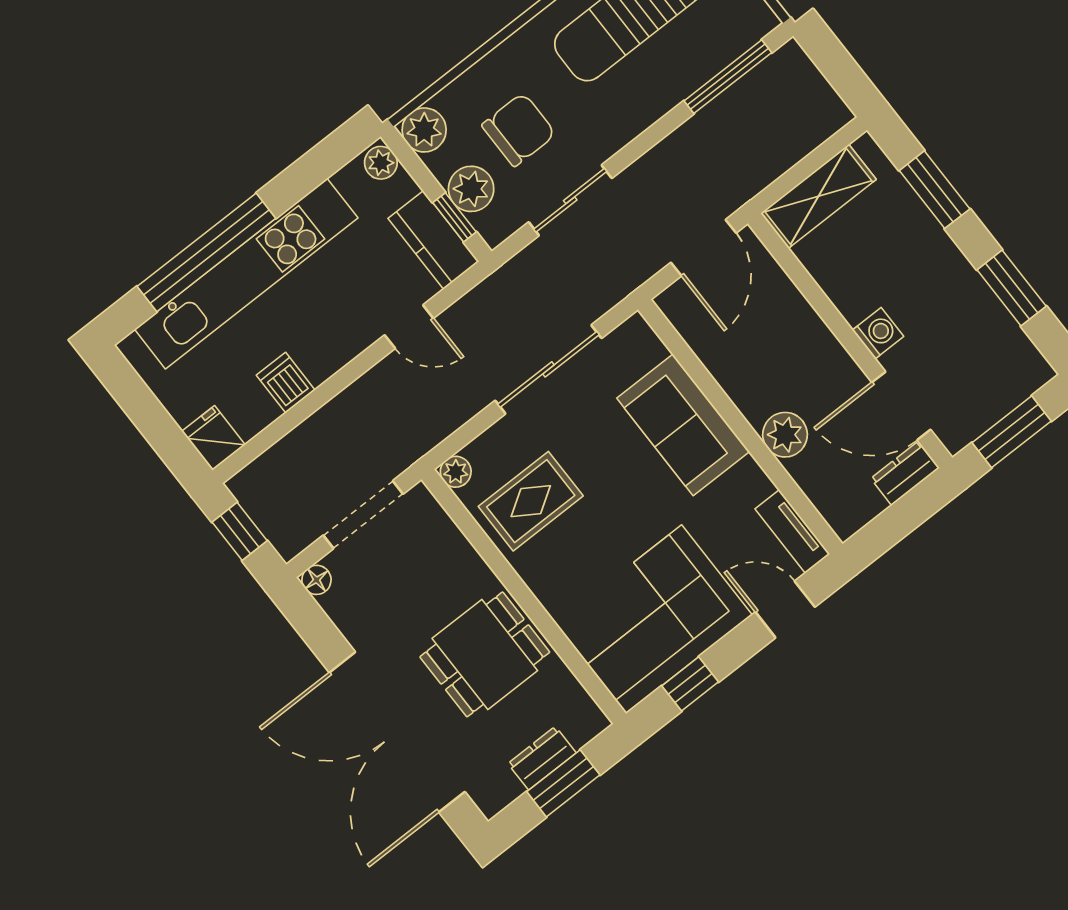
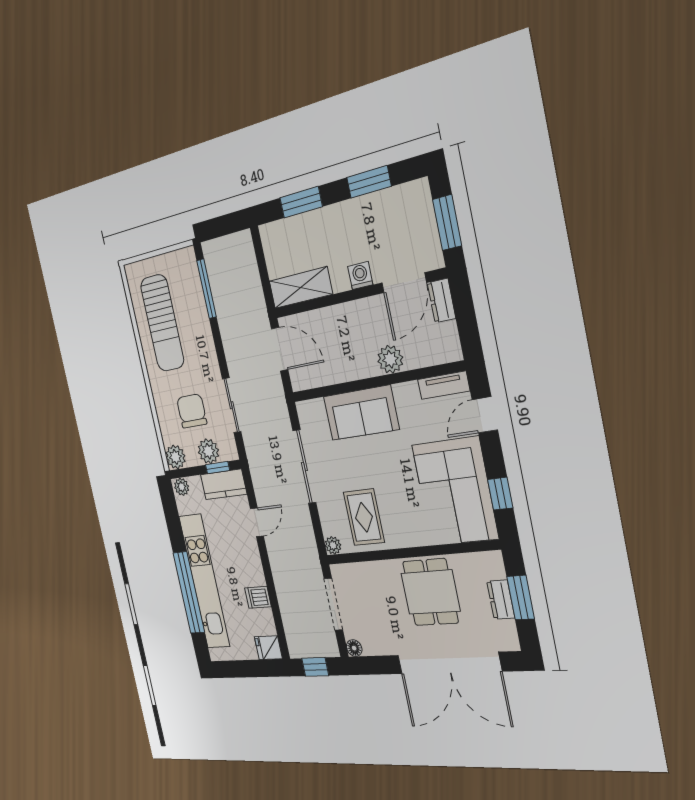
shelving: (818, 196) -> (301, 288), moved, turned 90

